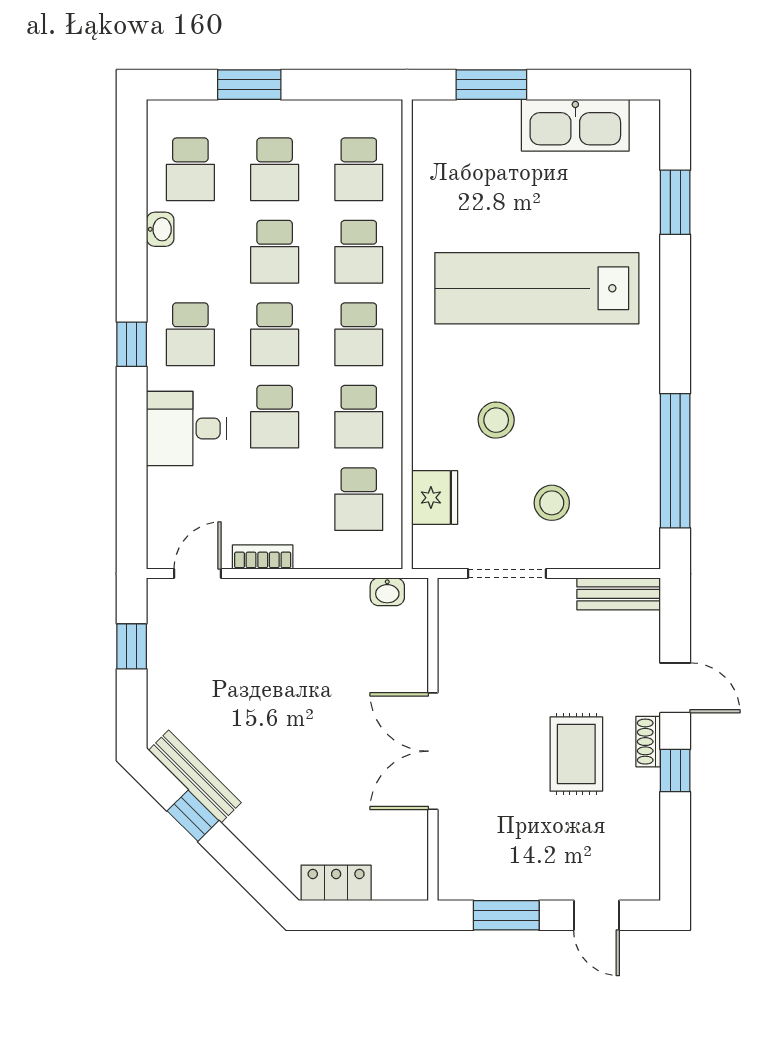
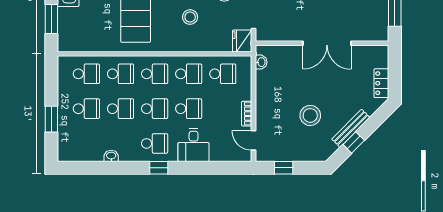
school desk: (190, 169) -> (86, 143), removed
fridge: (435, 498) -> (242, 41), moved, turned -90
stool: (258, 711) -> (310, 115), added
bench: (195, 776) -> (351, 128), moved

